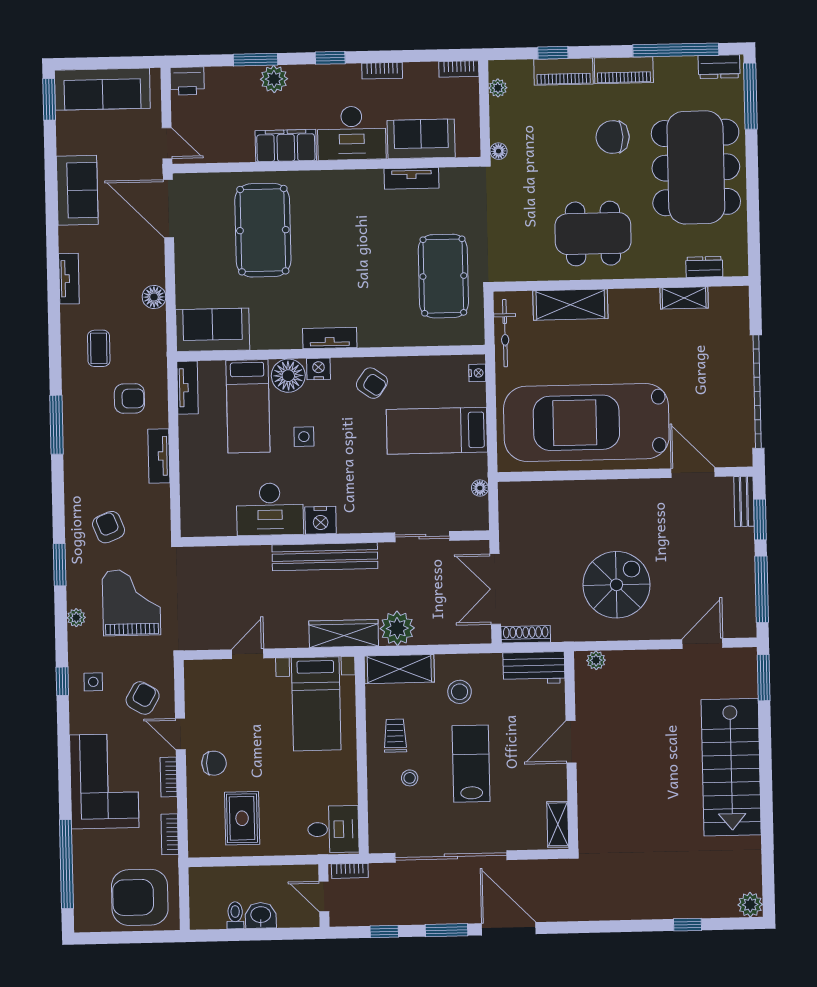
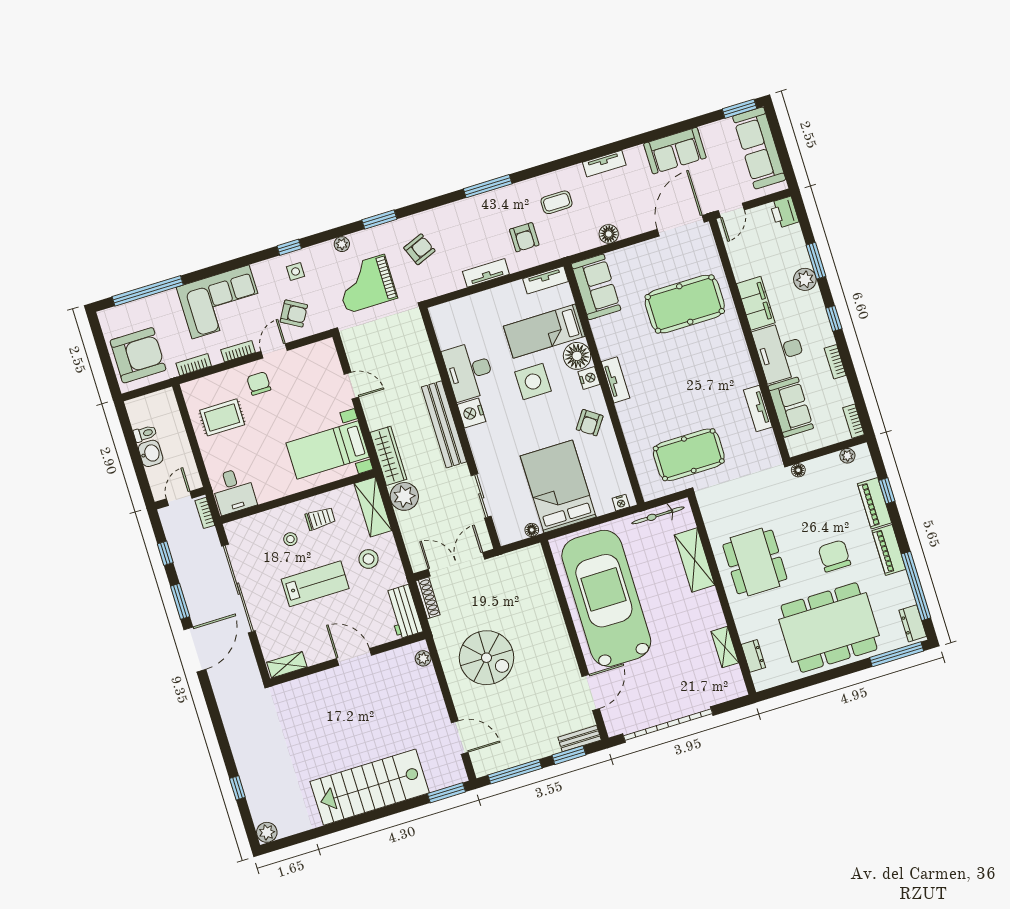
bed: (437, 431) -> (558, 486), width x1.50
side table: (304, 437) -> (533, 382), width x1.87, depth x1.87
grand piano: (131, 603) -> (366, 284), turned 180
chair: (214, 763) -> (259, 383), turned 180
armchair: (140, 897) -> (138, 355), turned 90

